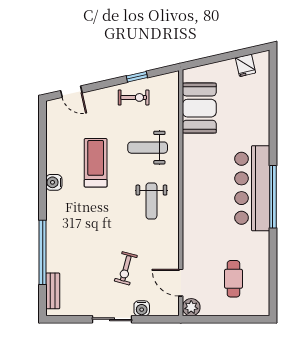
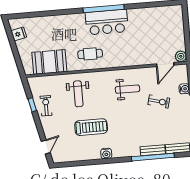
treadmill: (96, 163) -> (91, 127), turned 180
bar counter: (252, 188) -> (107, 22), width x0.73
weight bench: (151, 201) -> (128, 89), moved
bench: (53, 253) -> (153, 150), added
cafe table: (233, 279) -> (90, 54), moved

